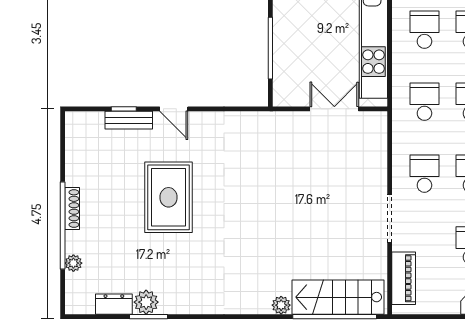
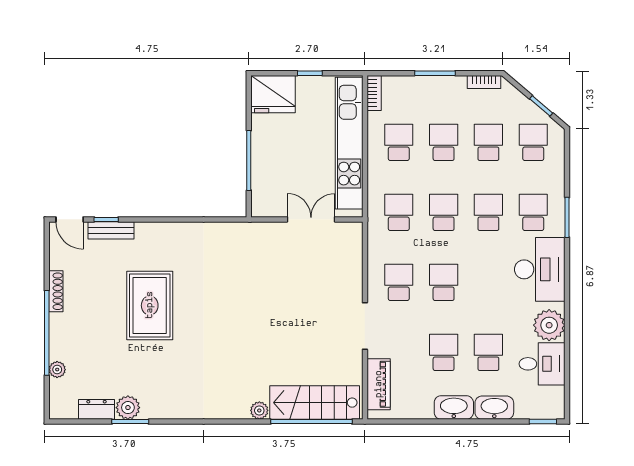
door: (174, 109) -> (70, 219), moved
shoe rack: (72, 209) -> (56, 291), moved

